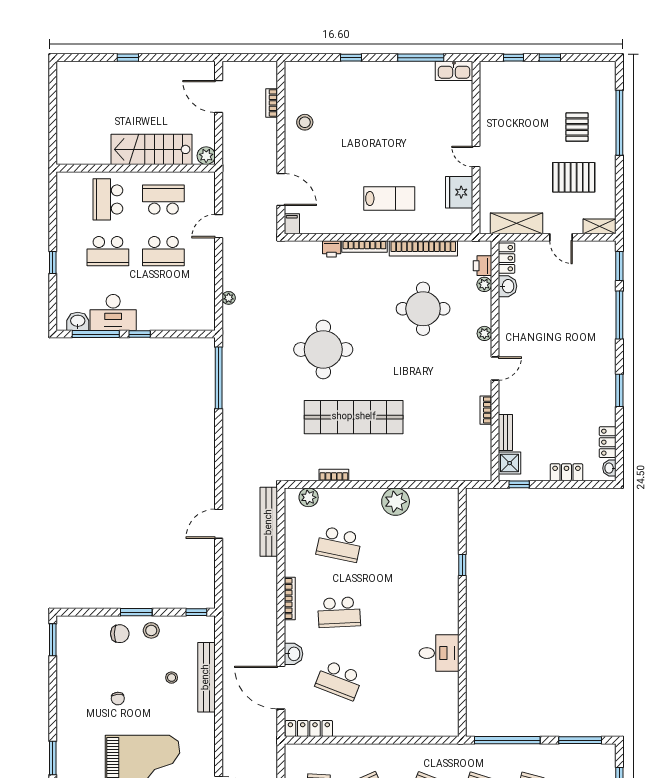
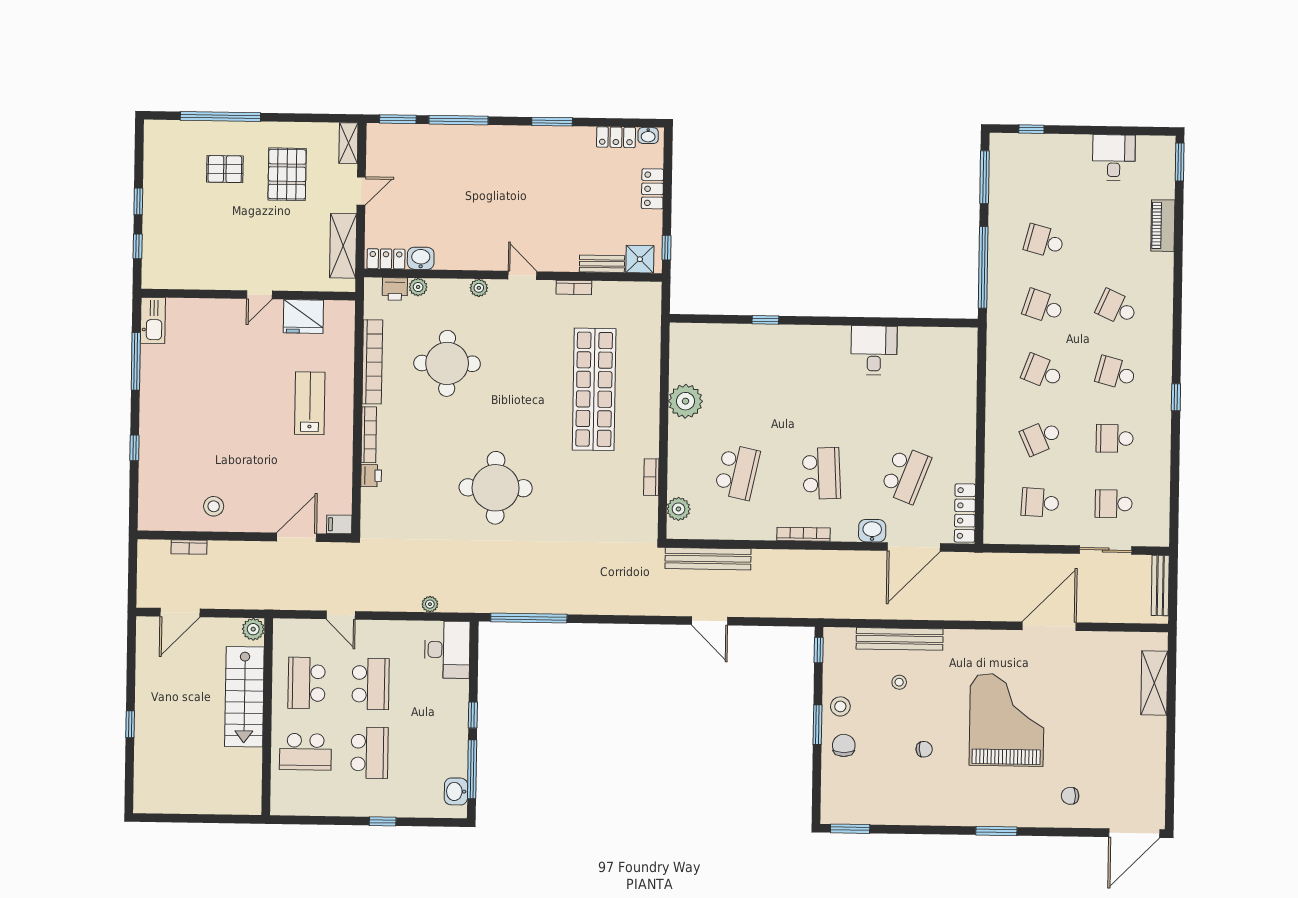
desk: (113, 312) -> (447, 650), moved
shop shelf: (354, 417) -> (594, 389), moved

